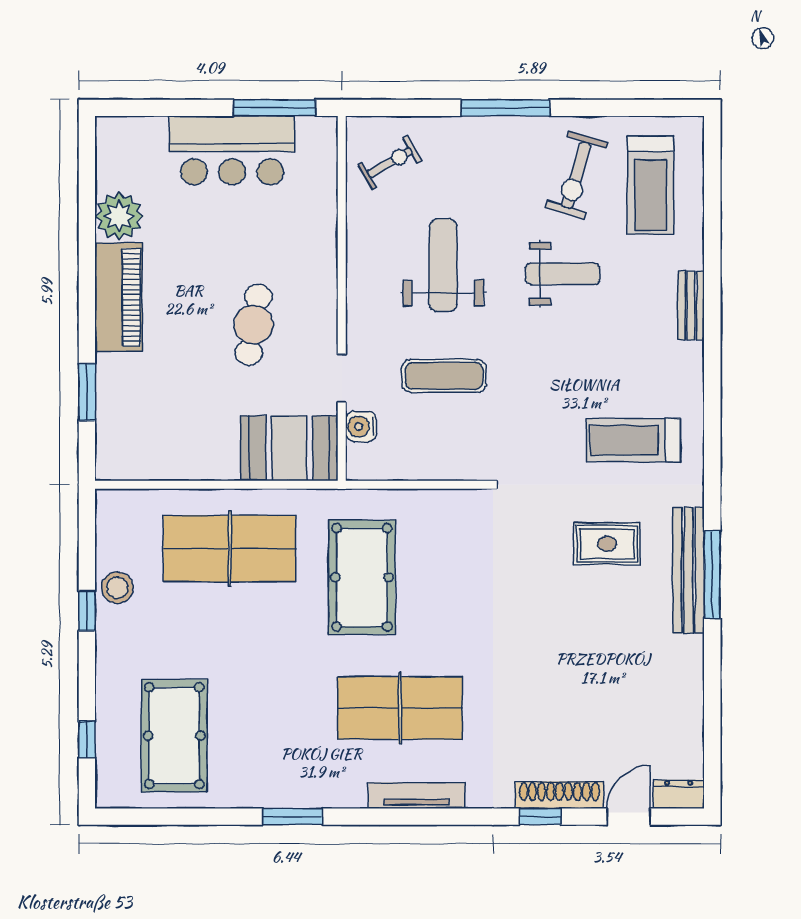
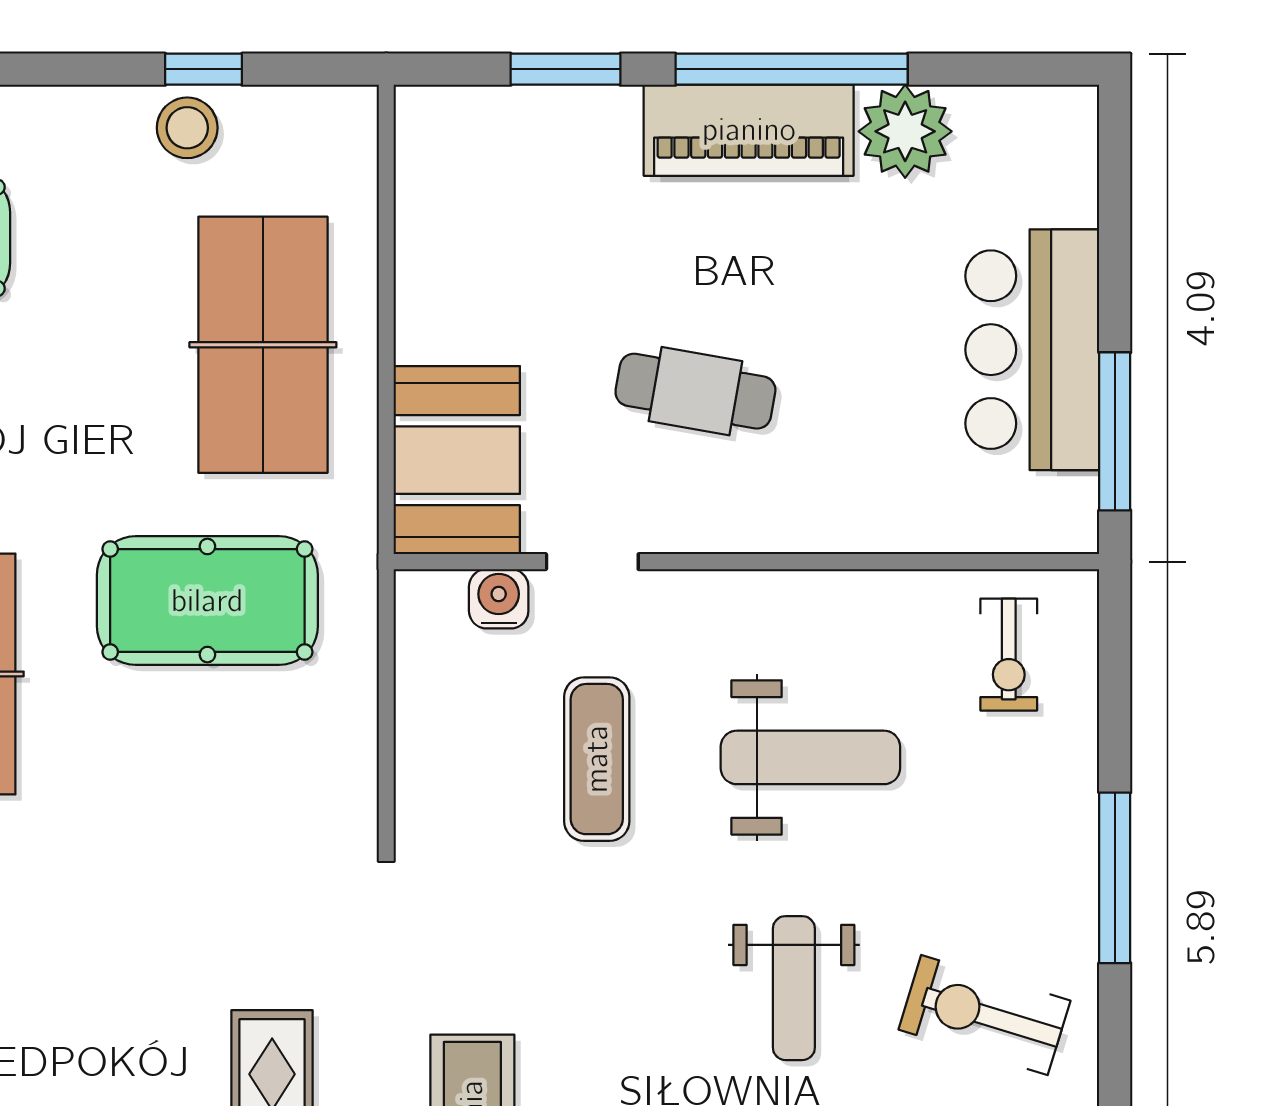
exercise bike: (390, 163) -> (1009, 655), turned 30
window: (87, 275) -> (792, 69), added
window: (87, 611) -> (204, 69), moved

